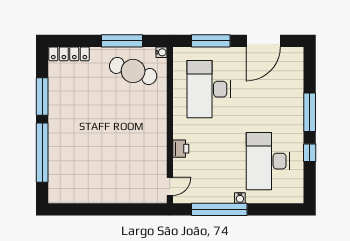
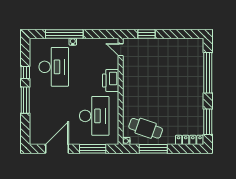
window: (42, 97) -> (208, 122), moved
printer: (181, 149) -> (111, 81), width x1.87, depth x1.48
door: (170, 186) -> (121, 50), hinge flipped
window: (132, 209) -> (147, 34), added
window: (219, 209) -> (64, 34), moved

